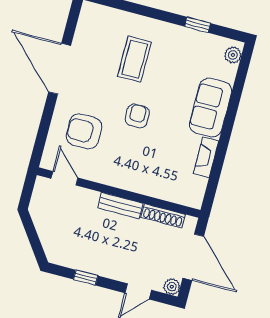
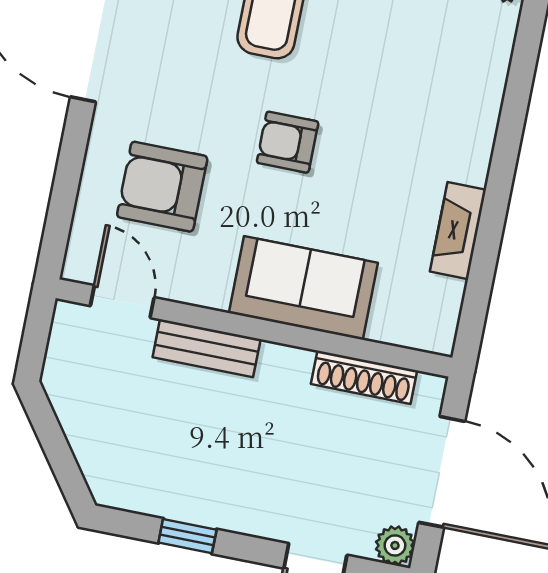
sofa: (211, 108) -> (303, 288), moved, turned 90
armchair: (137, 116) -> (288, 142), turned -90
bench: (120, 206) -> (207, 348), moved

